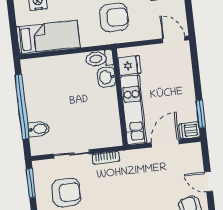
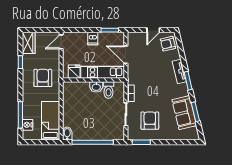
toilet: (100, 59) -> (108, 90), moved
washbasin: (107, 77) -> (96, 87), moved
bidet: (39, 129) -> (67, 134), moved
dishwasher: (189, 130) -> (93, 39), moved

